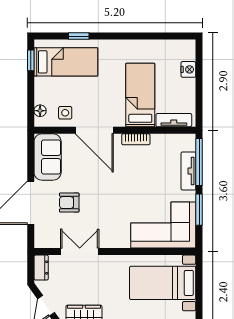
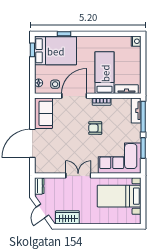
bed: (66, 62) -> (56, 51), width x1.50
nightstand: (188, 69) -> (136, 41), moved
door: (94, 130) -> (74, 96), swing flipped
tv unit: (188, 171) -> (136, 111), moved
armchair: (69, 203) -> (95, 128), moved
double door: (80, 252) -> (78, 176), moved

